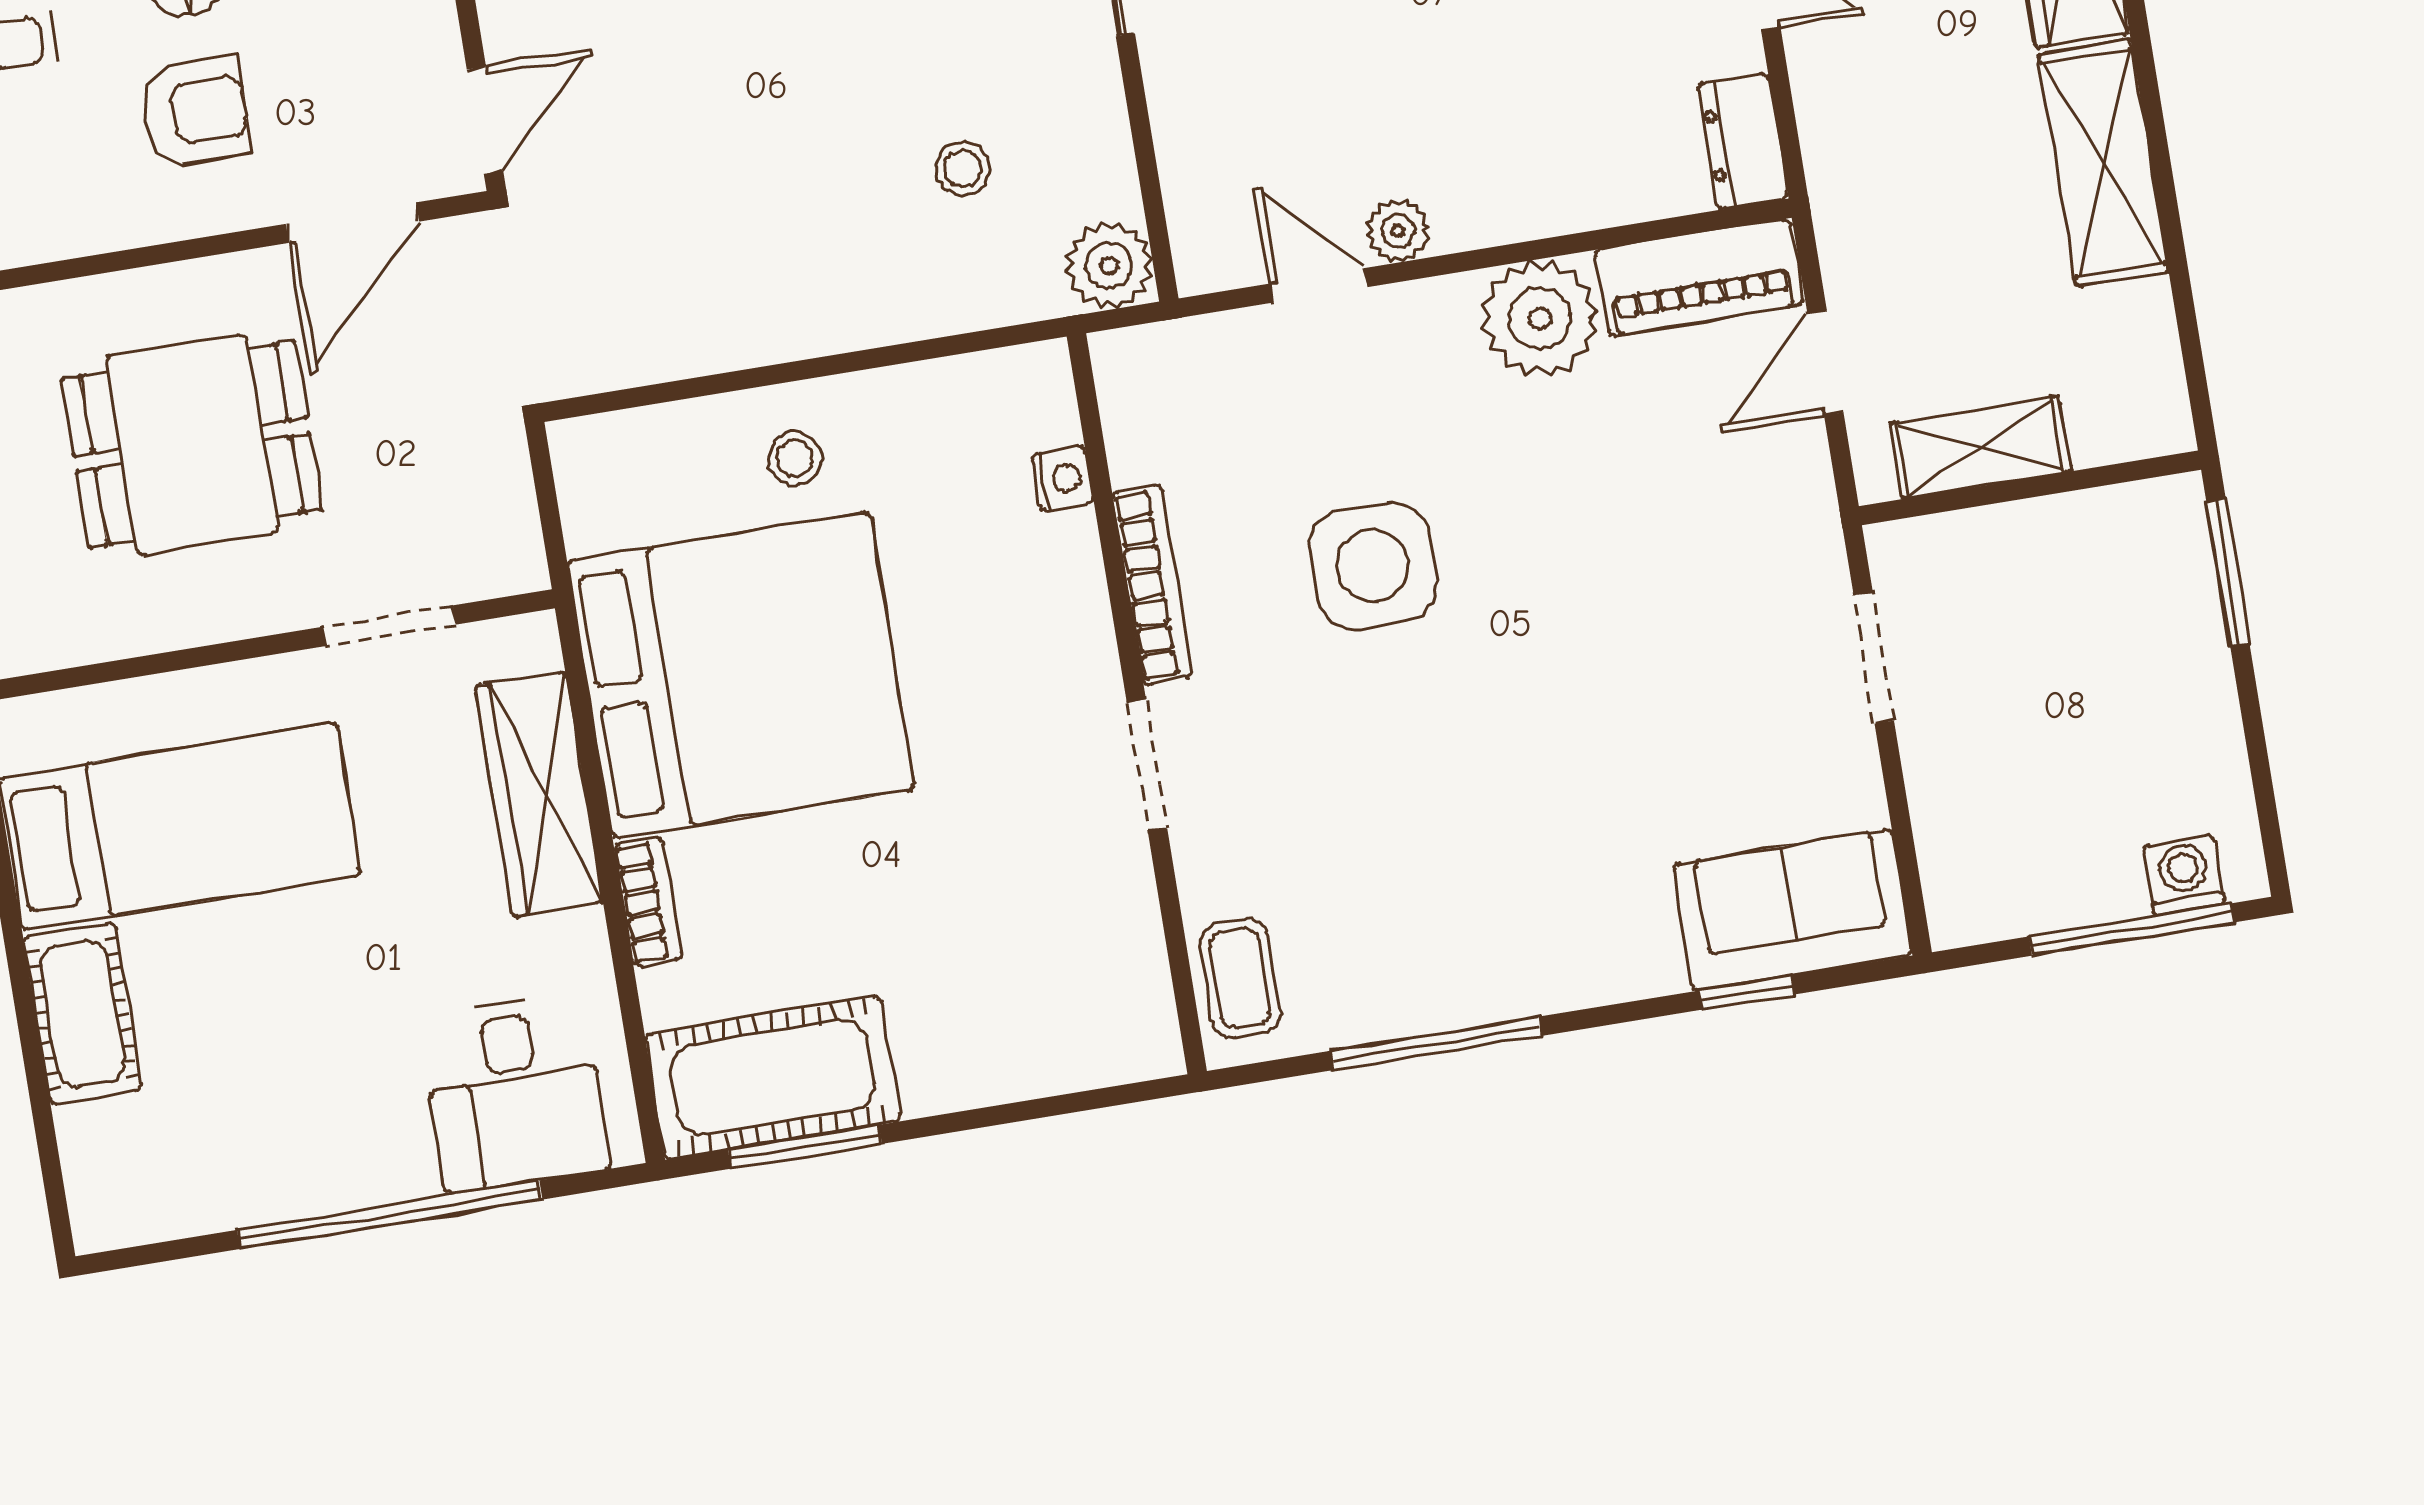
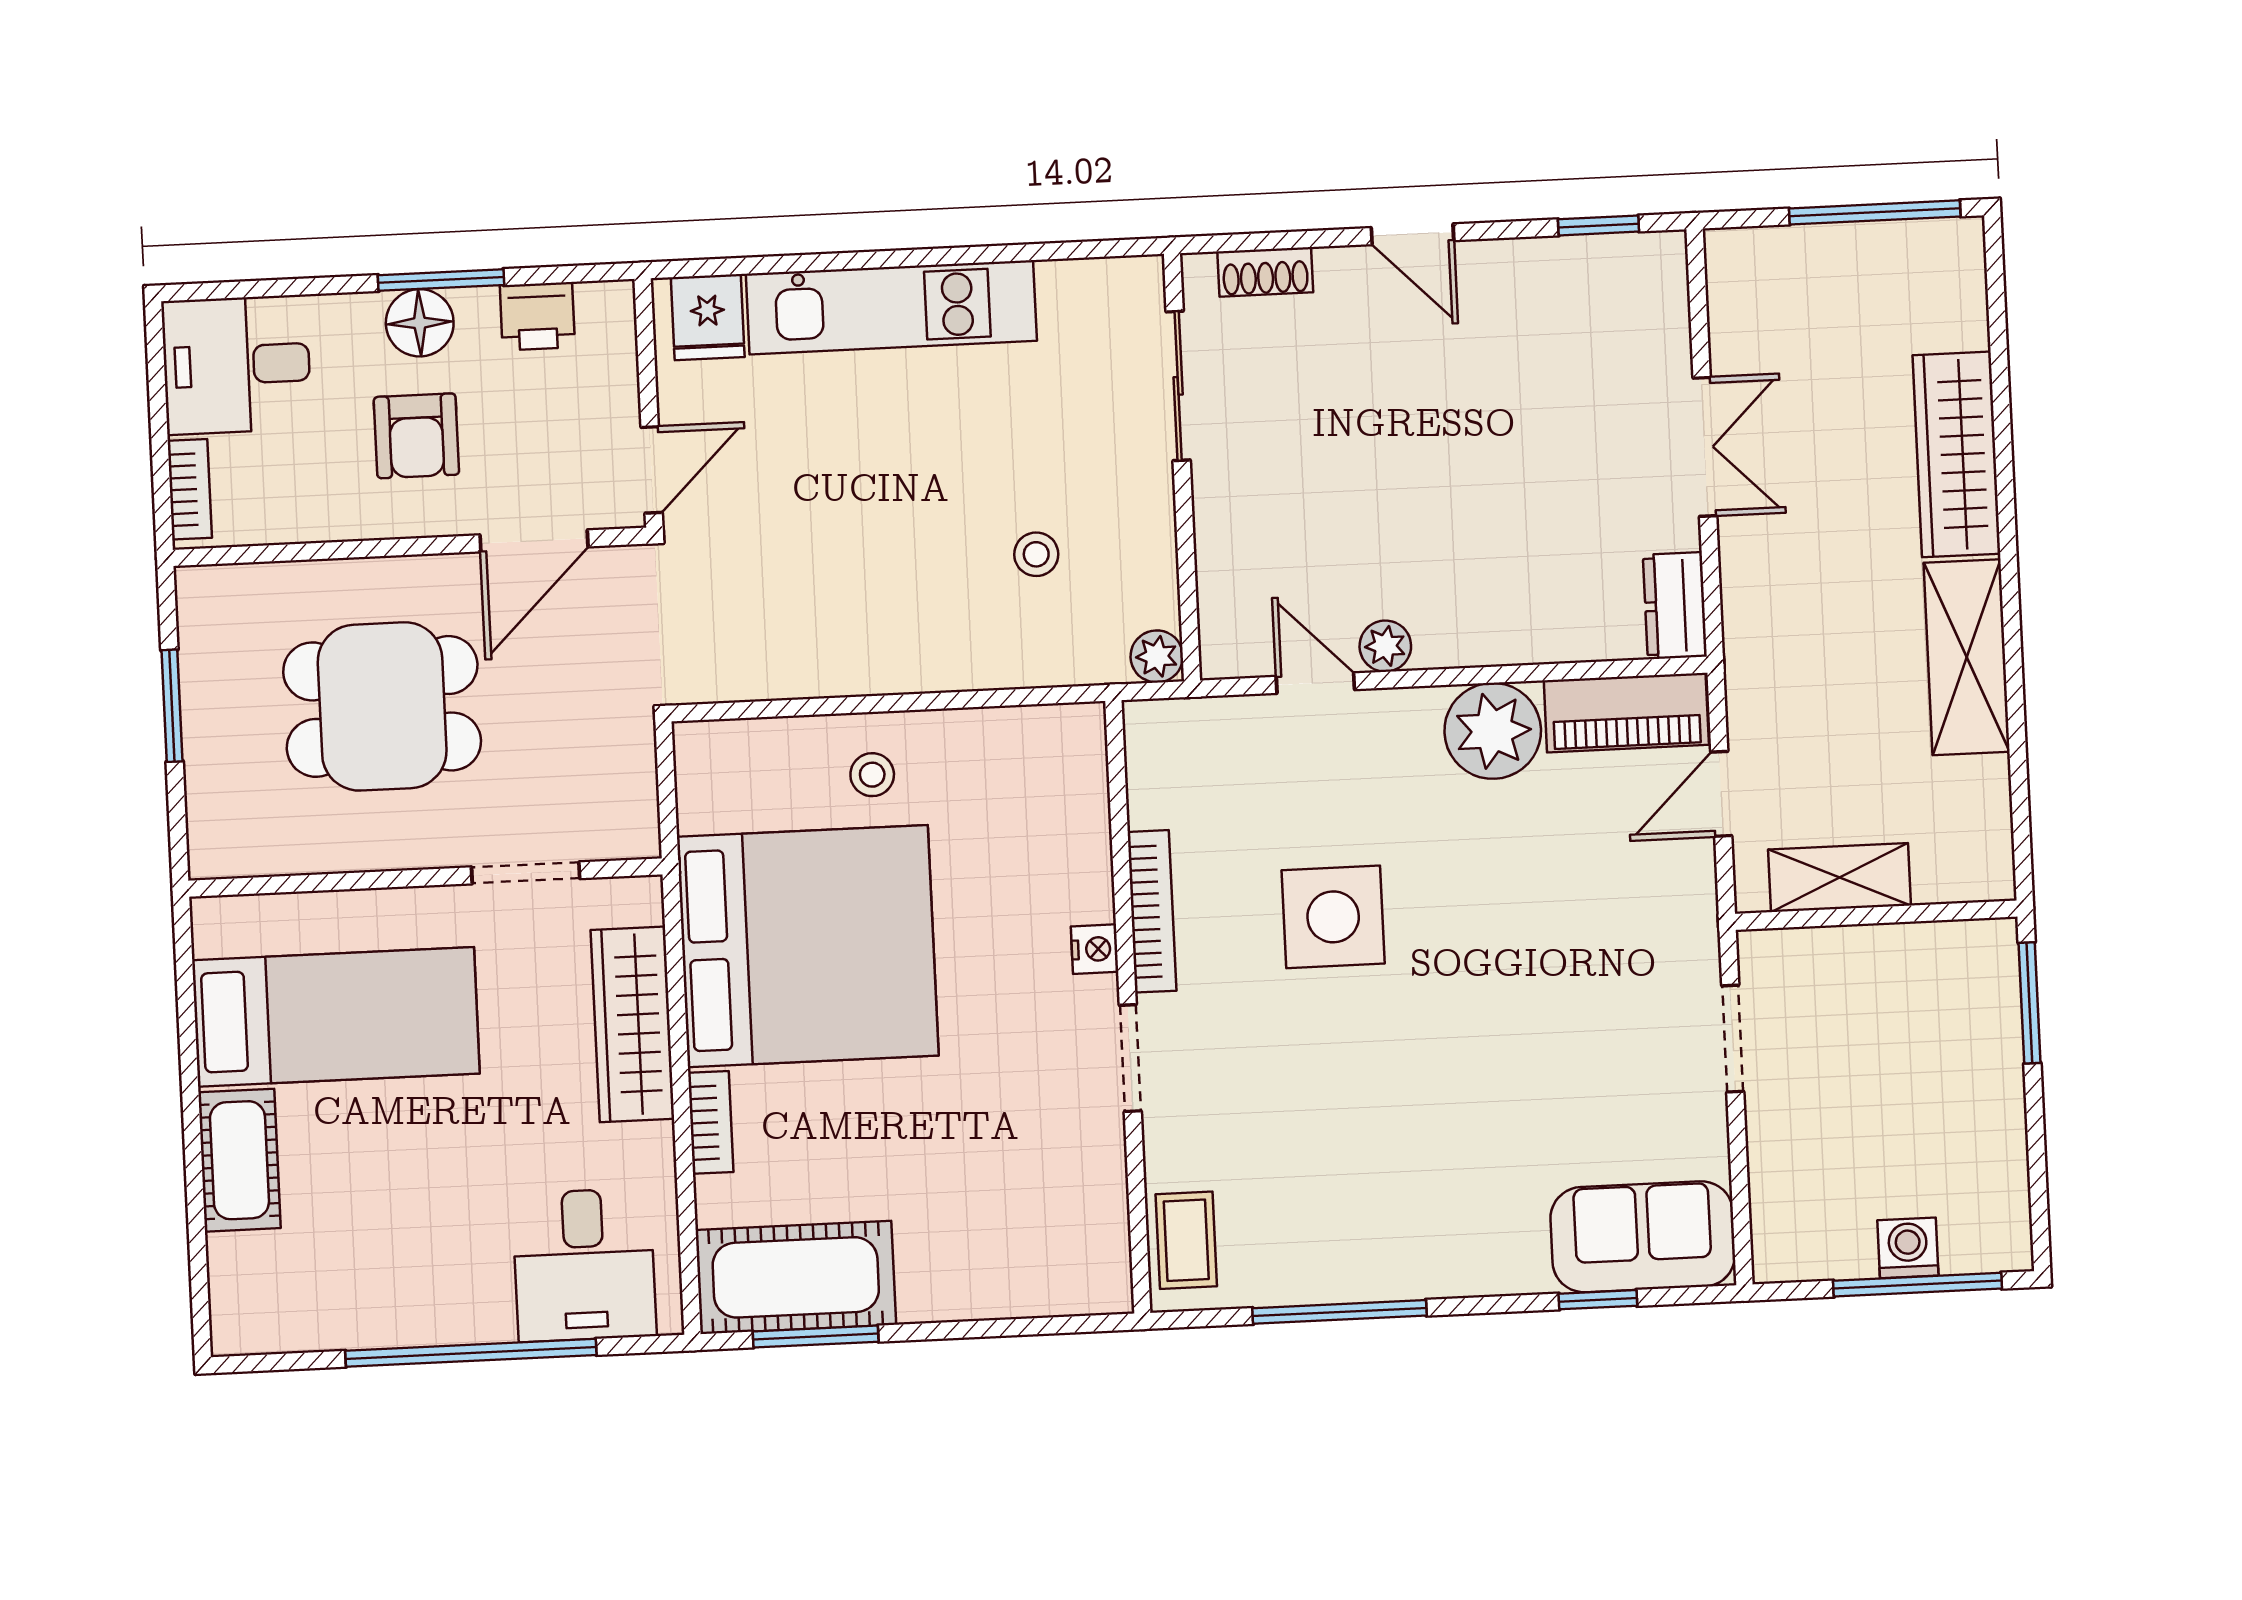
armchair: (195, 112) -> (416, 436), turned 90
plant: (1109, 265) -> (1157, 656), width x0.73, depth x0.73
nightstand: (1062, 479) -> (1095, 949), moved
washing machine: (2184, 875) -> (1908, 1248), moved

